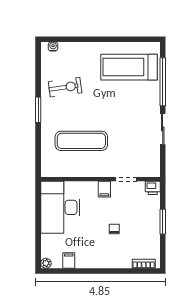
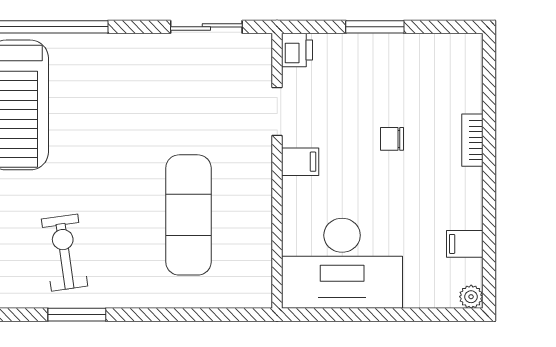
window: (38, 110) -> (77, 315), moved
sliding door: (163, 129) -> (206, 27), moved
bookcase: (144, 264) -> (472, 140), moved

